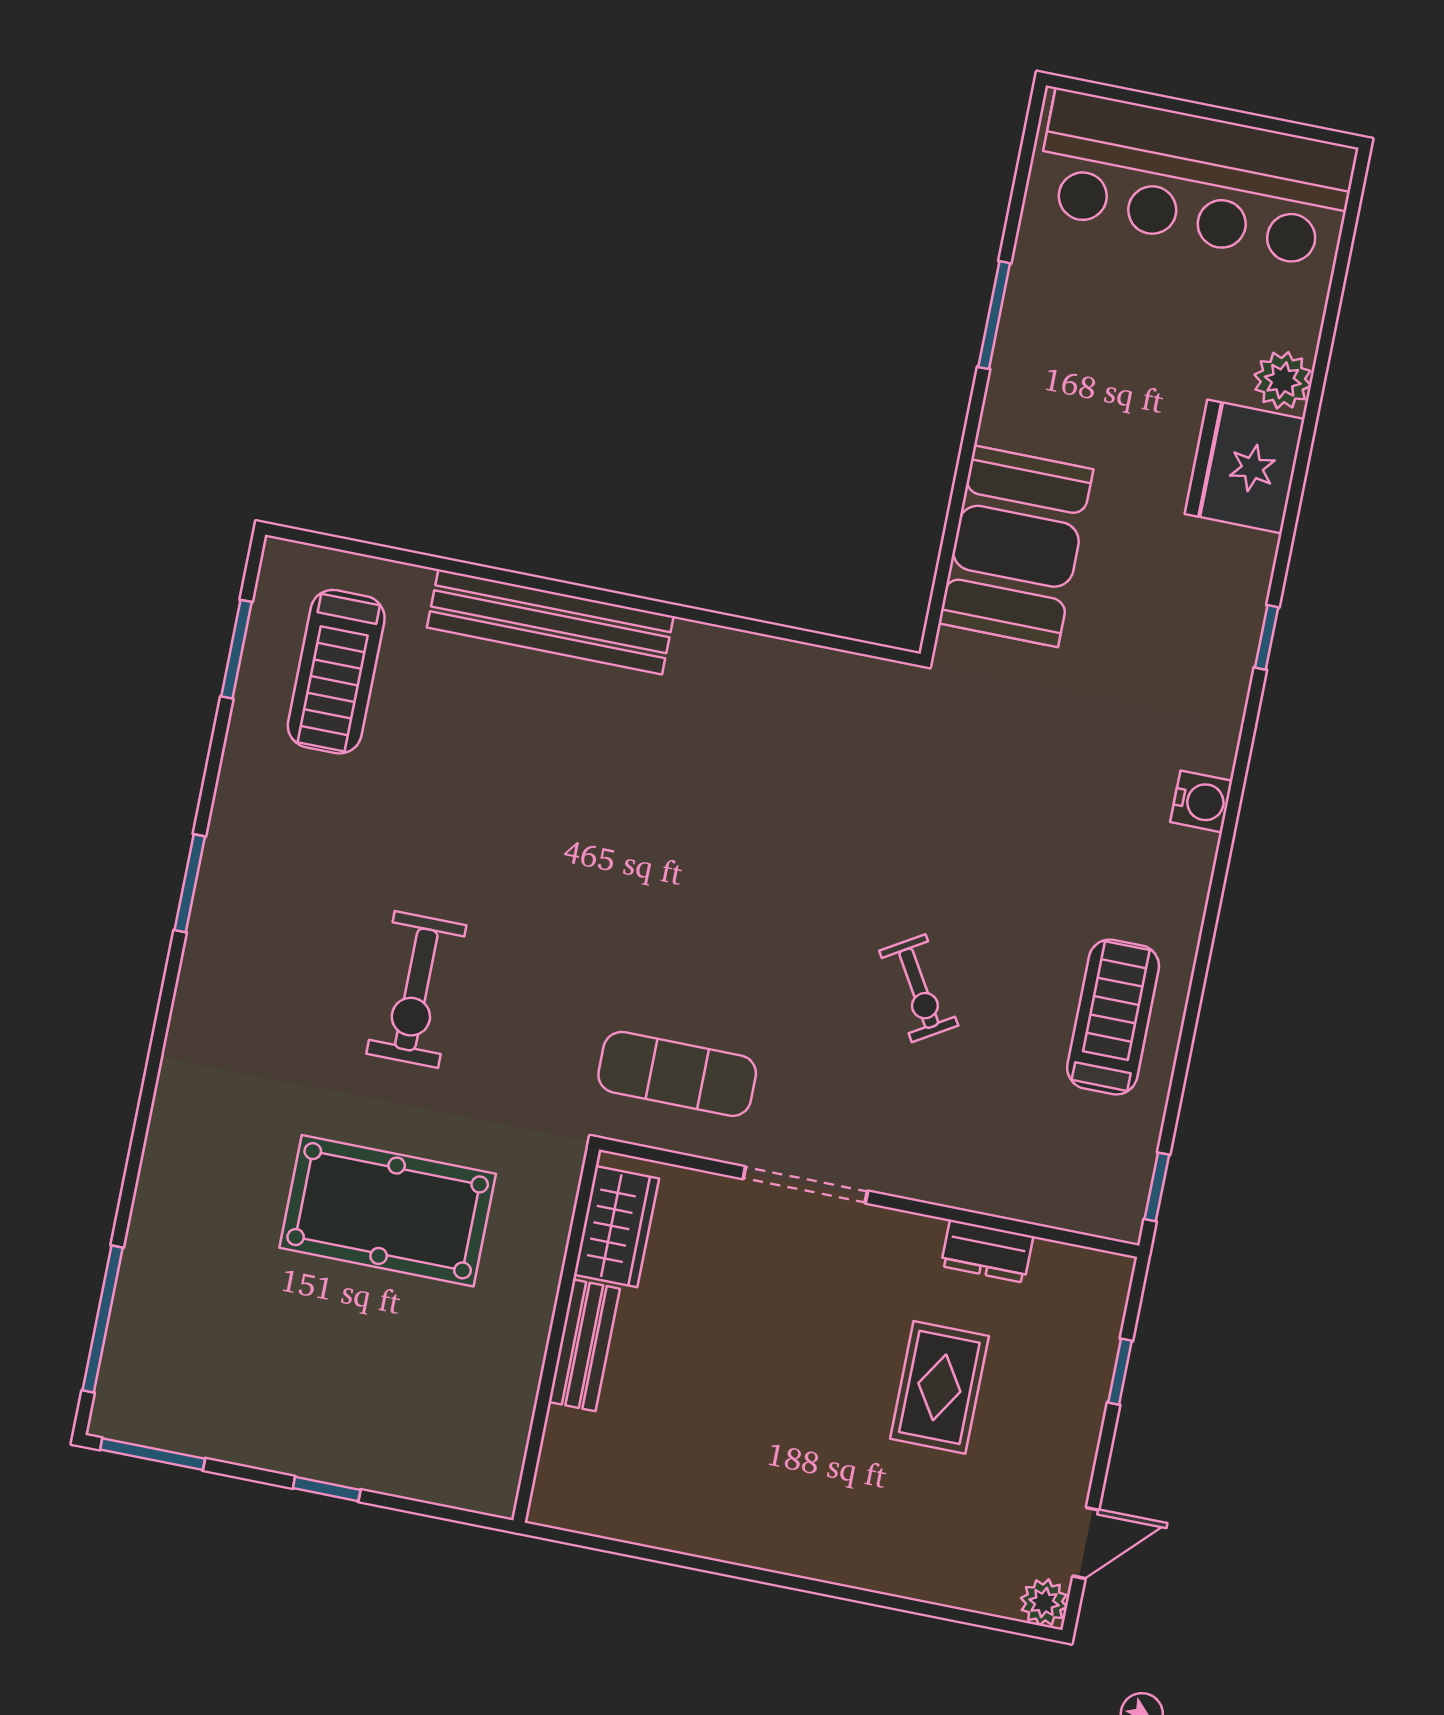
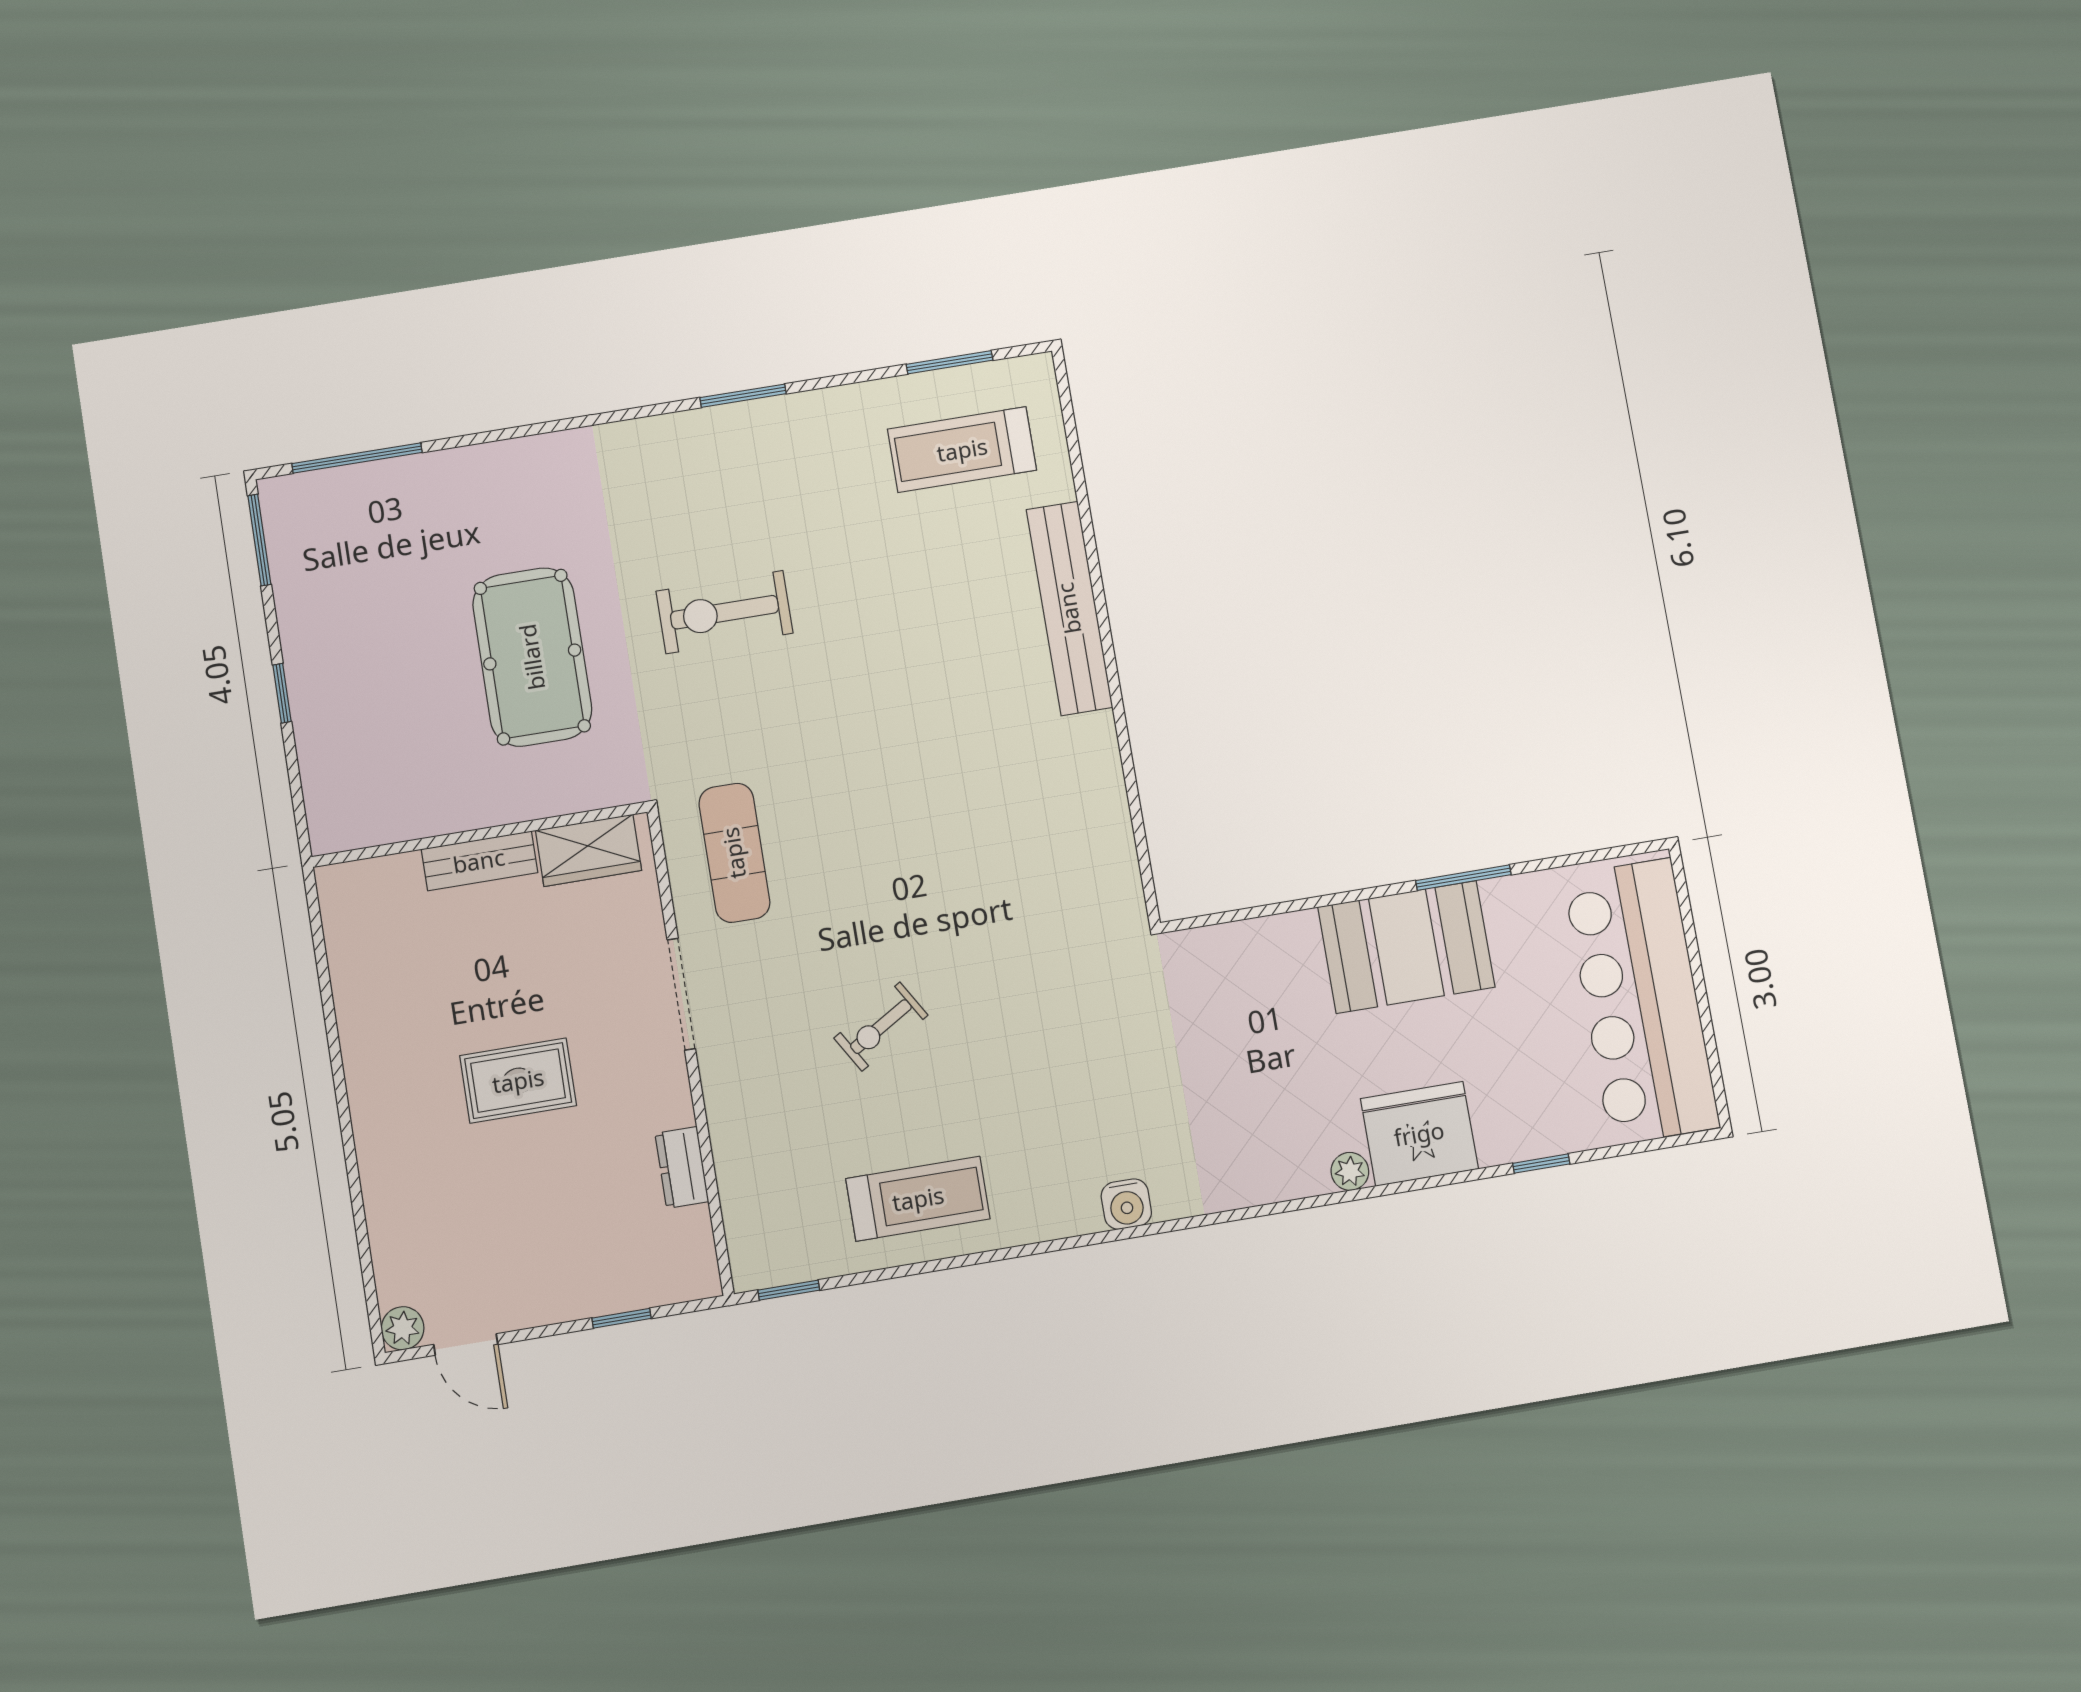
plant: (1283, 380) -> (1350, 1171), moved, width x0.73, depth x0.73
booth: (1016, 546) -> (1406, 947), moved
window: (1267, 637) -> (1541, 1164), moved
rug: (939, 1387) -> (518, 1081), moved

